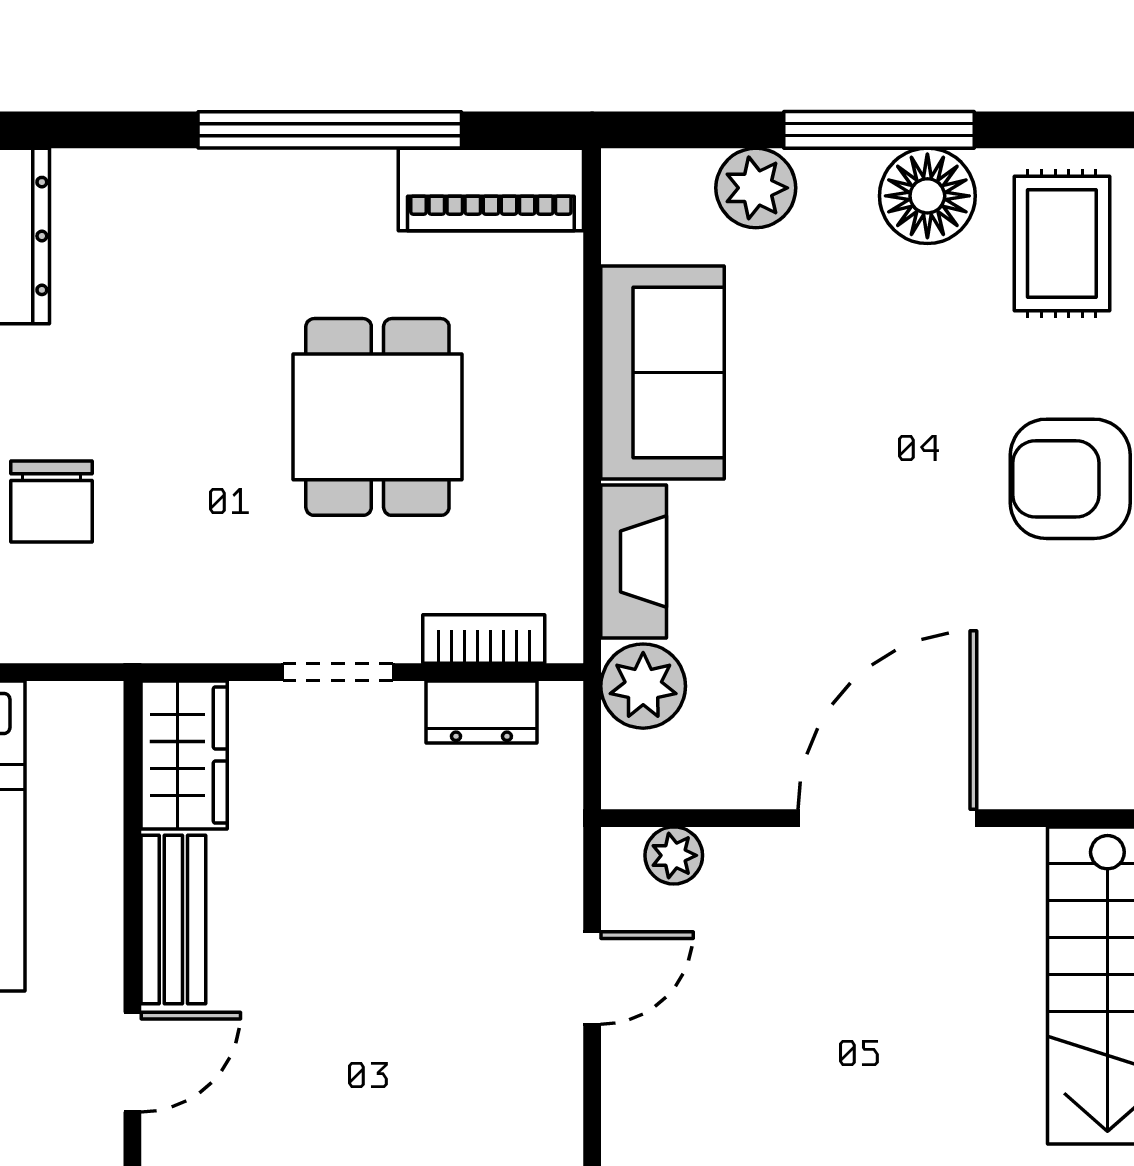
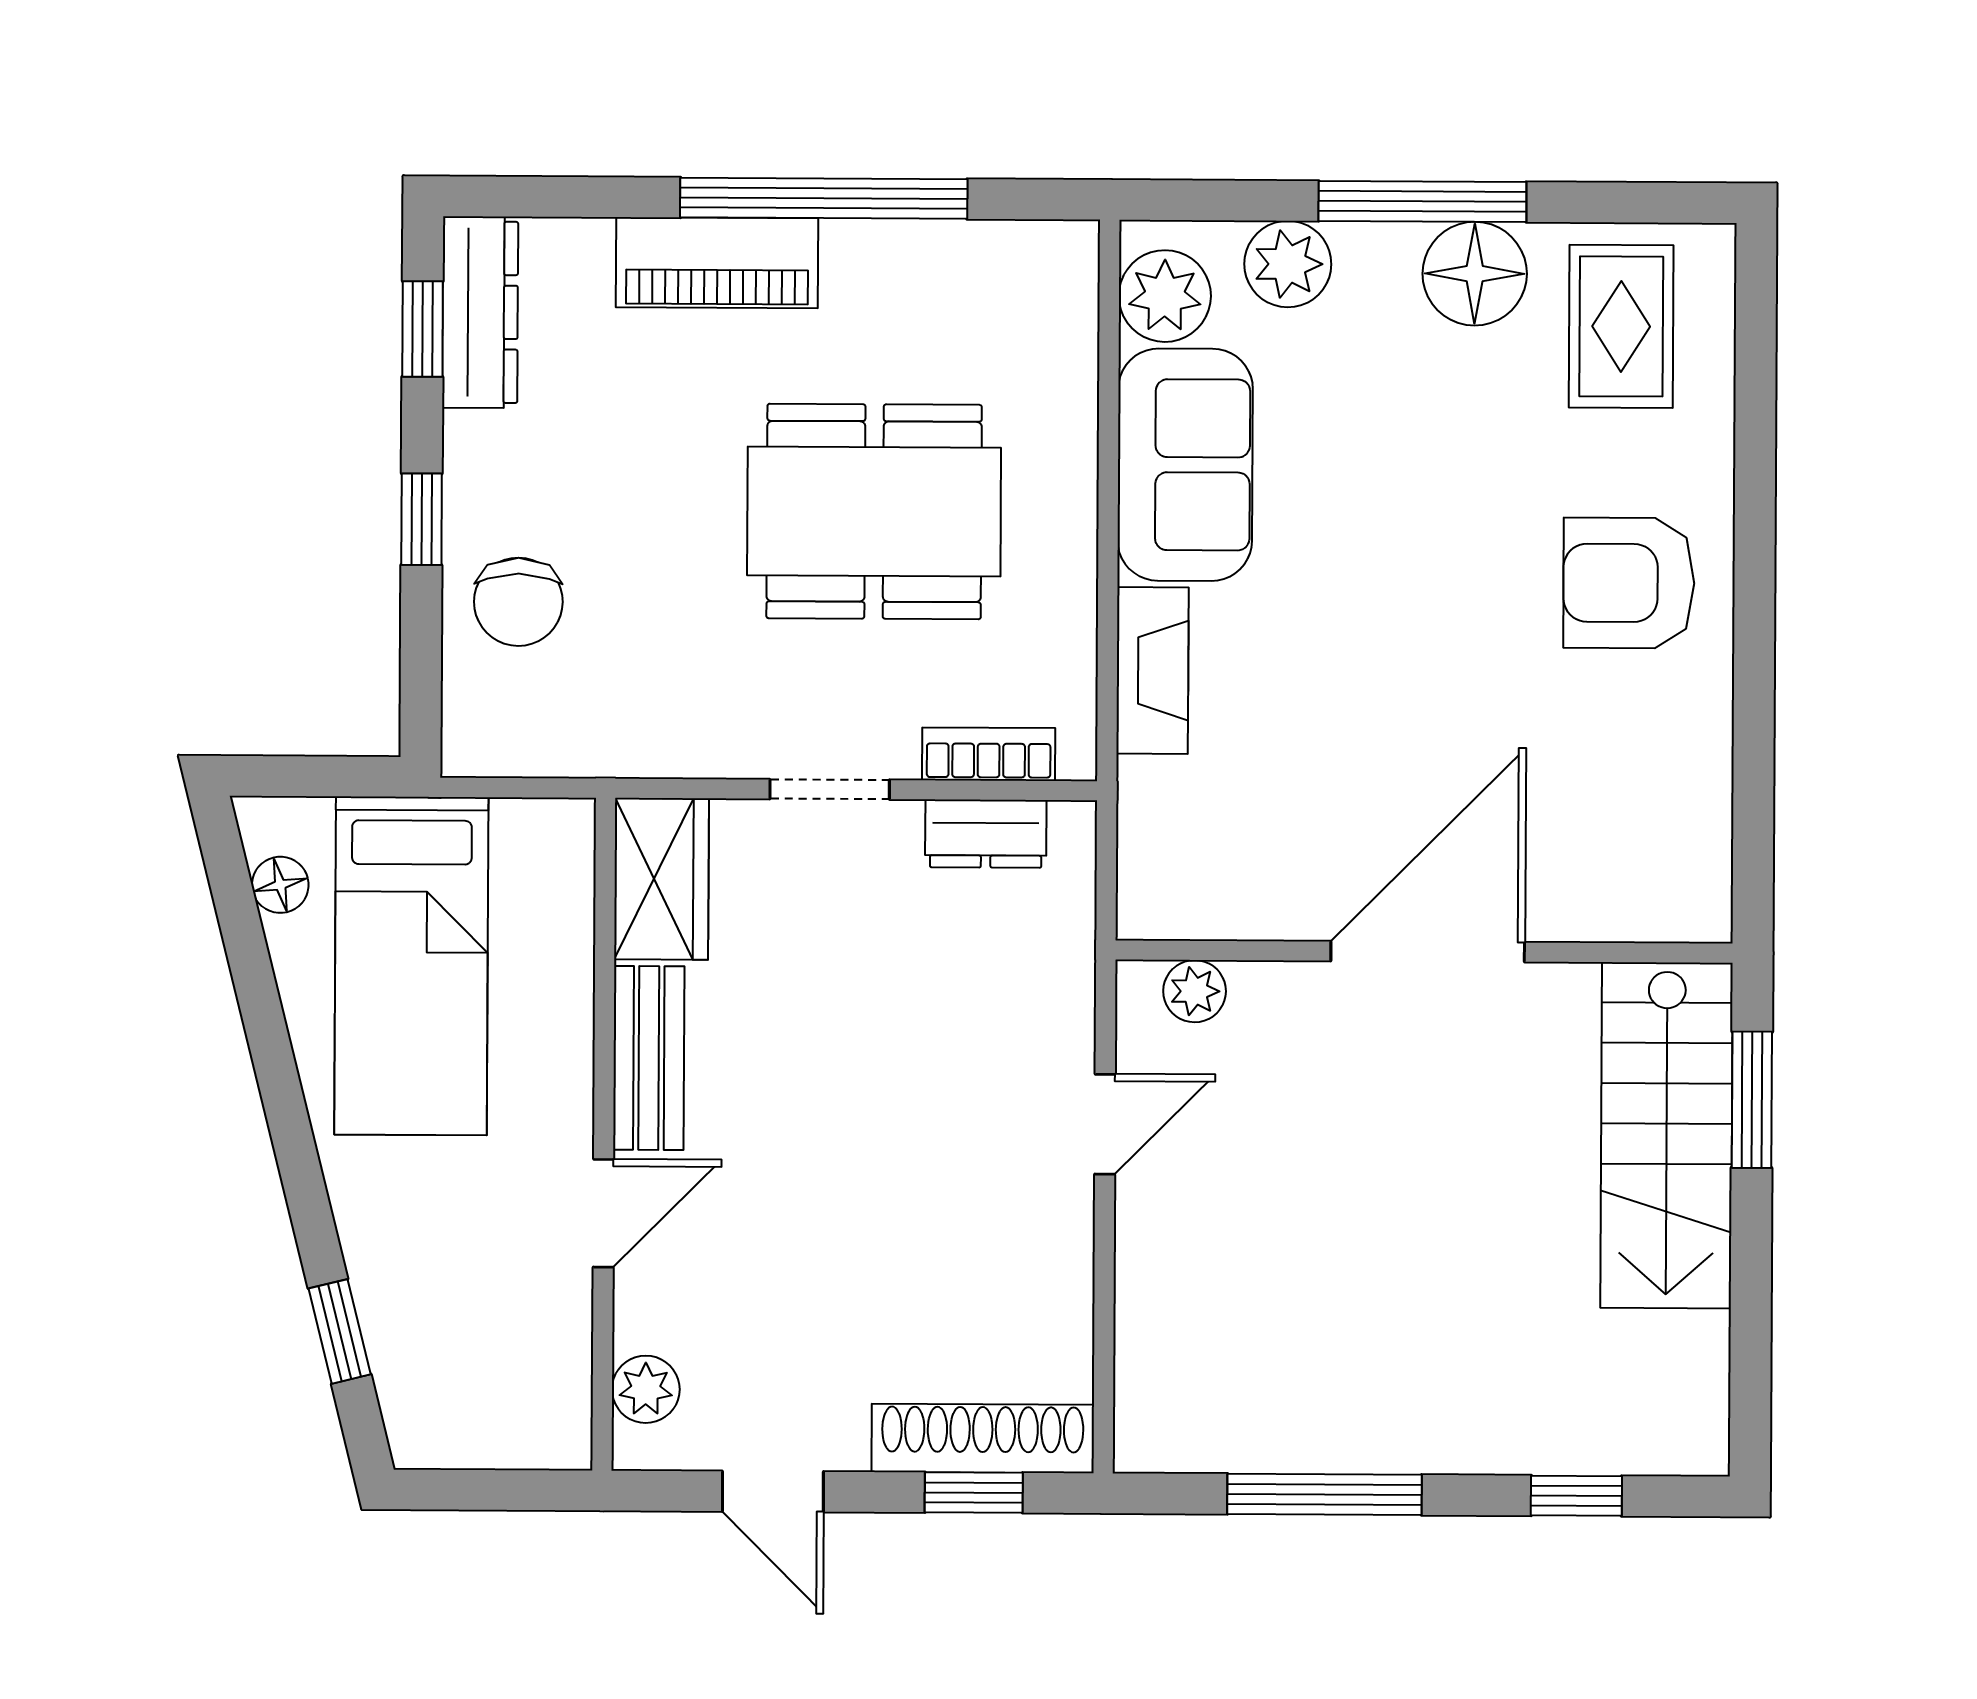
piano: (491, 189) -> (717, 263), moved
dining table: (377, 417) -> (874, 511), width x1.38
plant: (643, 686) -> (1165, 296), moved

